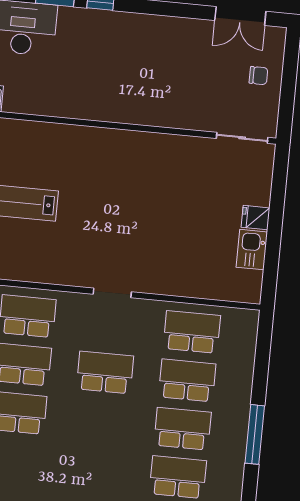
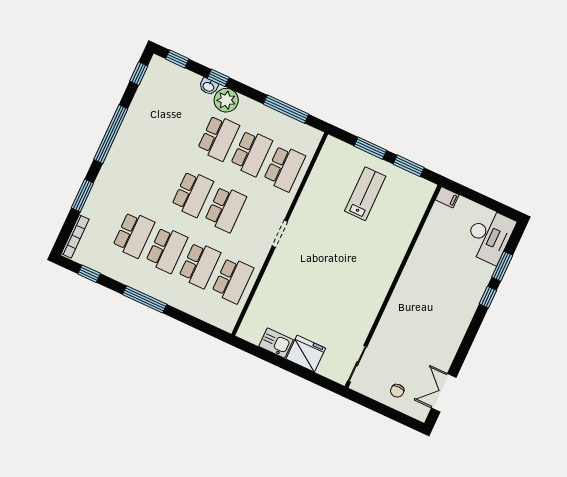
fridge: (256, 218) -> (306, 354), width x1.88, depth x1.34
school desk: (100, 421) -> (192, 194), added

